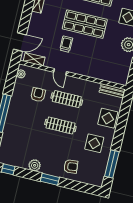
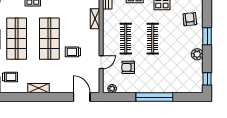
shelving: (34, 59) -> (95, 19), moved
door: (60, 72) -> (101, 62), moved

